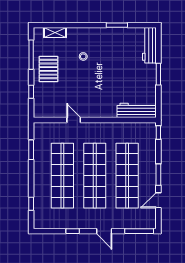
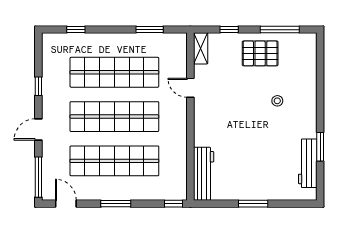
shelving: (55, 33) -> (201, 48), moved
workbench: (149, 45) -> (308, 163), moved, turned -90
door: (74, 120) -> (190, 88), swing flipped
door: (158, 200) -> (66, 204), moved

